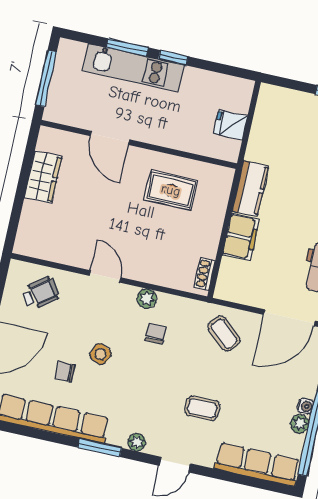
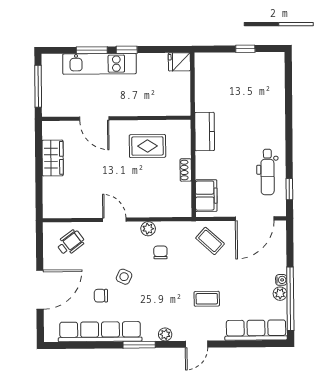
fridge: (231, 125) -> (179, 62), moved
filing cabinet: (241, 237) -> (206, 196), moved
shoe rack: (205, 274) -> (186, 170), moved

